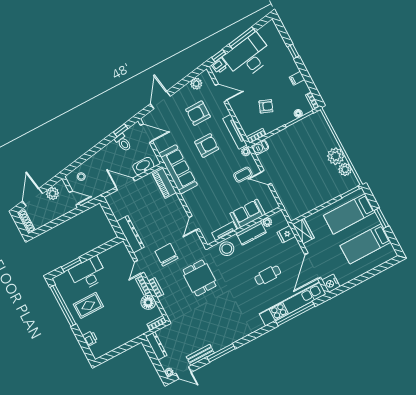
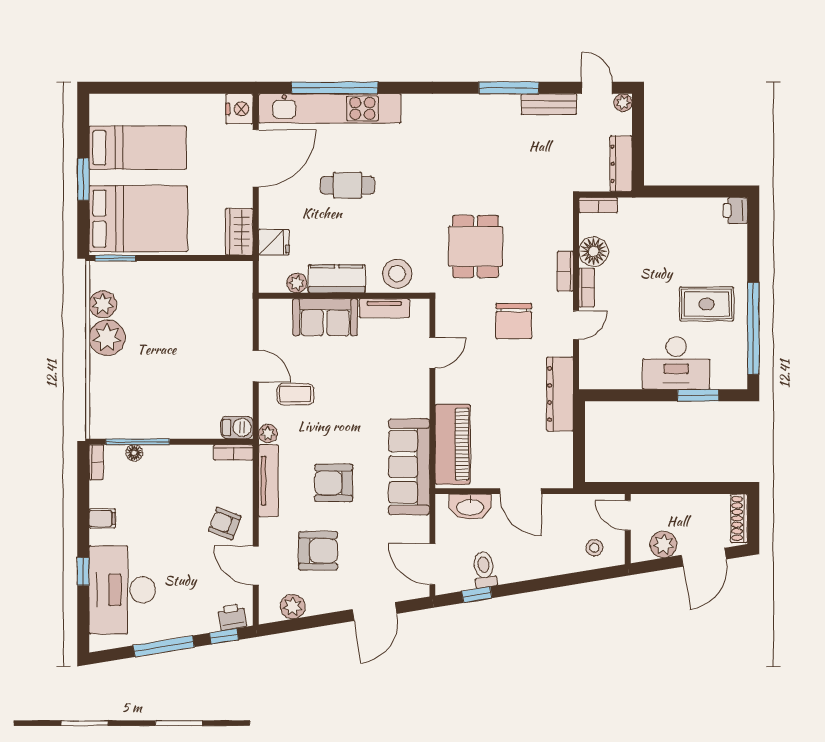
desk: (248, 56) -> (122, 590), moved, turned 99
armchair: (266, 106) -> (225, 523), moved
piano: (164, 183) -> (453, 444), width x1.37, depth x1.33
bed: (349, 214) -> (138, 219), width x1.50
printer: (90, 338) -> (735, 210), moved

